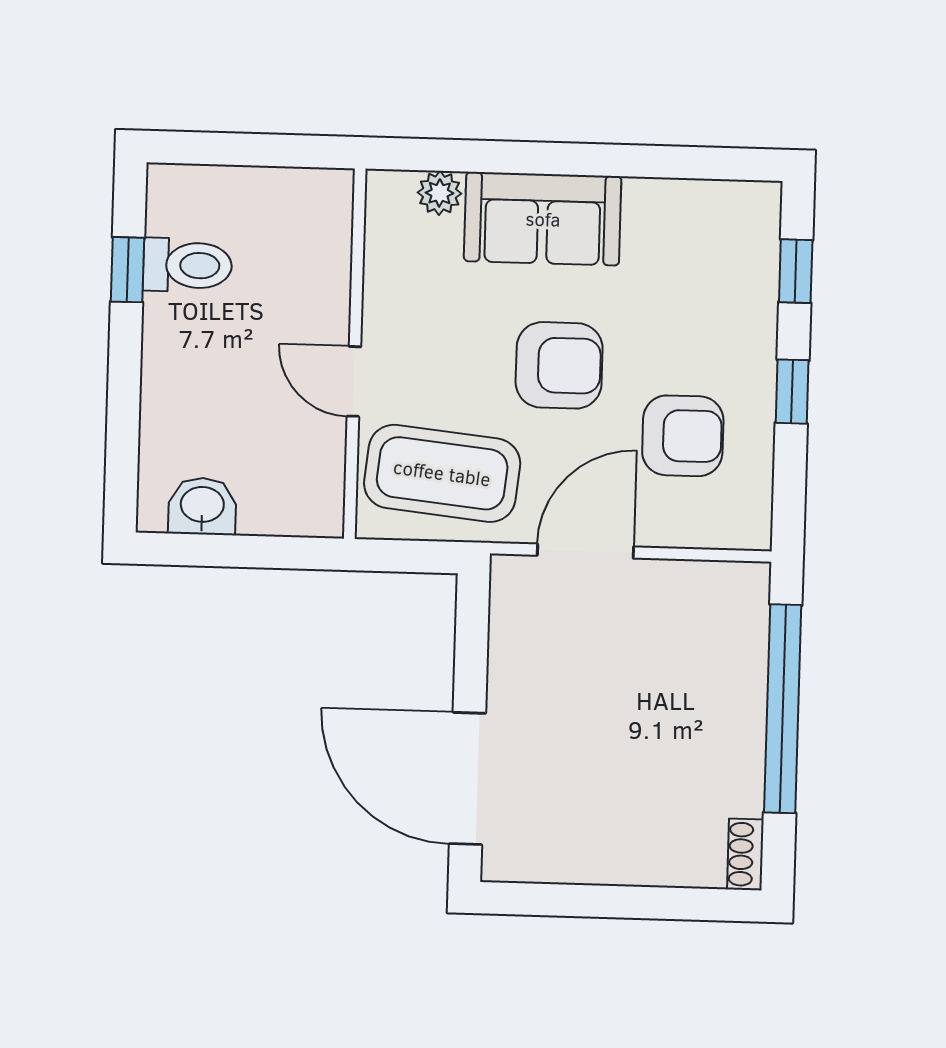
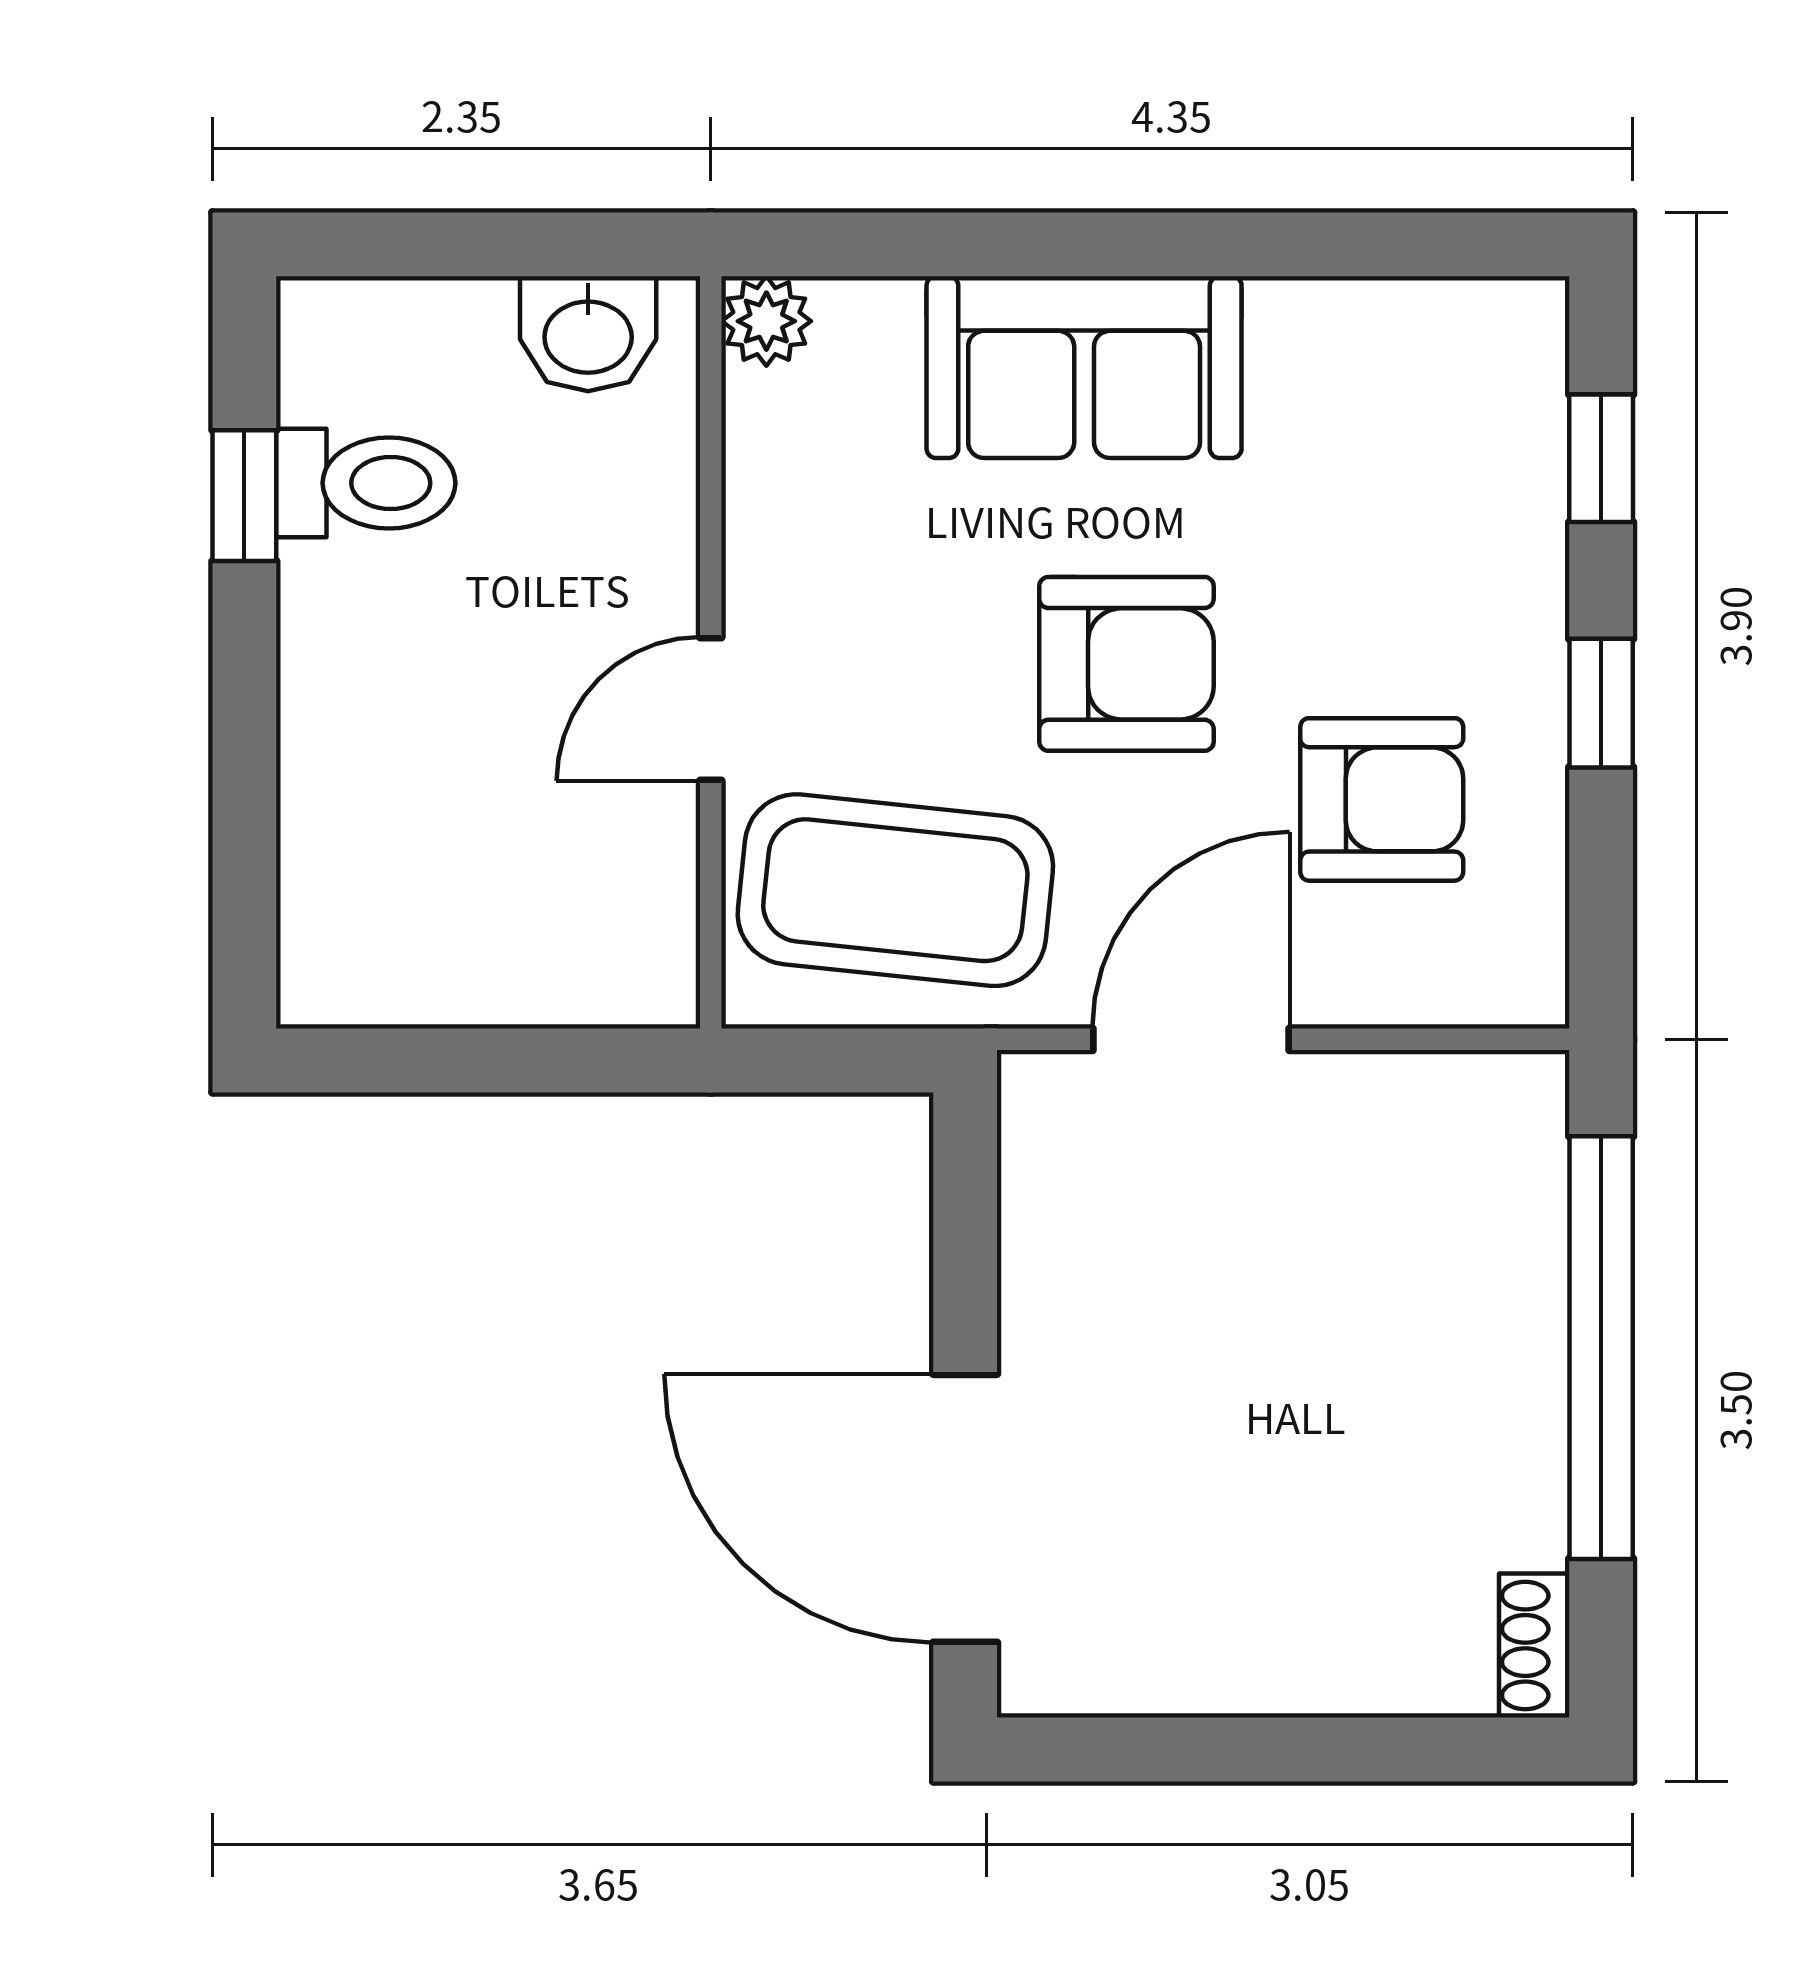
plant: (440, 193) -> (766, 321), moved
door: (354, 381) -> (711, 709), hinge flipped
washbasin: (202, 506) -> (588, 334), moved, turned 180

